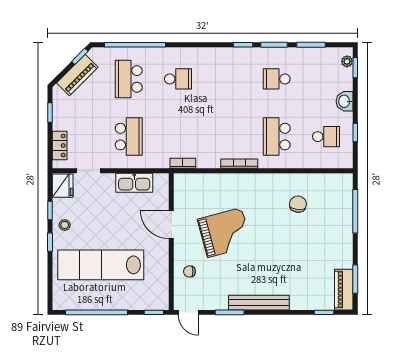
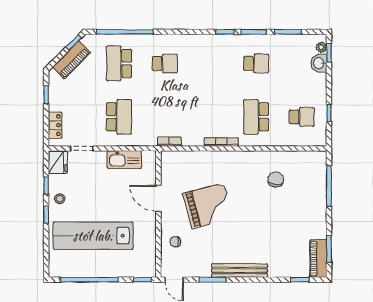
school desk: (277, 79) -> (256, 63), turned 180
washbasin: (345, 101) -> (319, 63), moved

